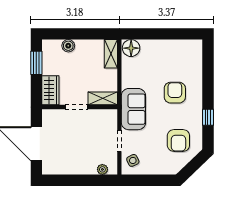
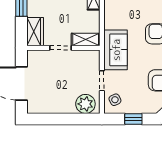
plant: (102, 169) -> (85, 104), width x1.88, depth x1.88
window: (152, 180) -> (133, 119), added

